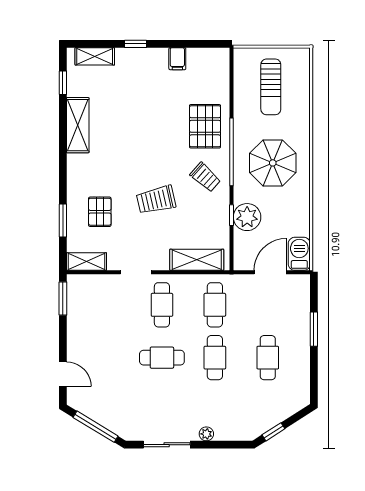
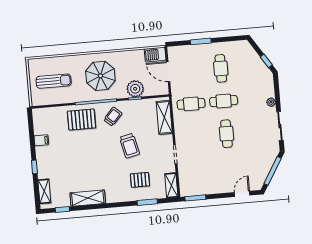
cafe table: (162, 305) -> (194, 136), removed
cafe table: (268, 358) -> (221, 68), turned 90

